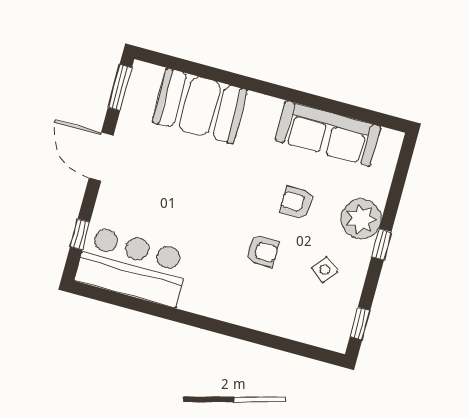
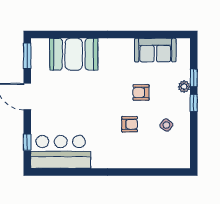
sofa: (328, 133) -> (155, 50), width x0.73
plant: (361, 219) -> (184, 87), width x0.53, depth x0.53
window: (360, 324) -> (194, 78), moved

